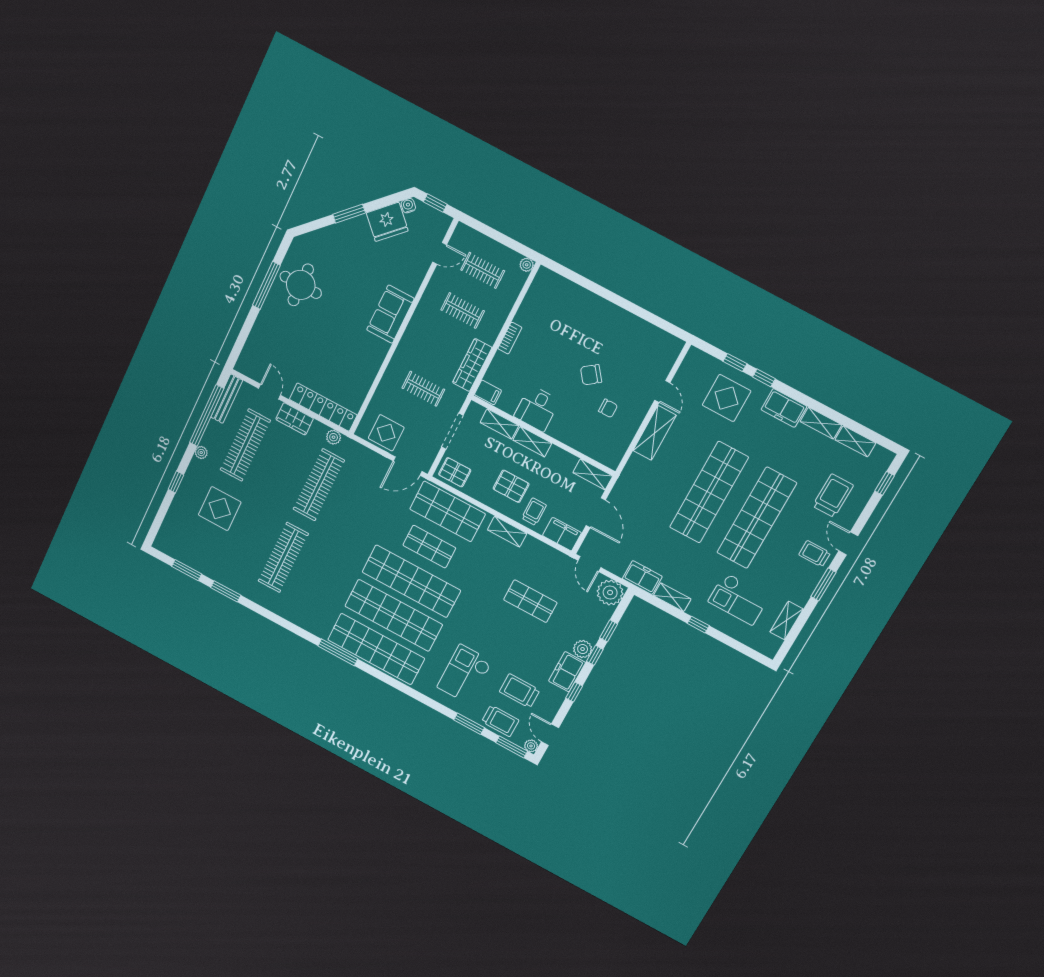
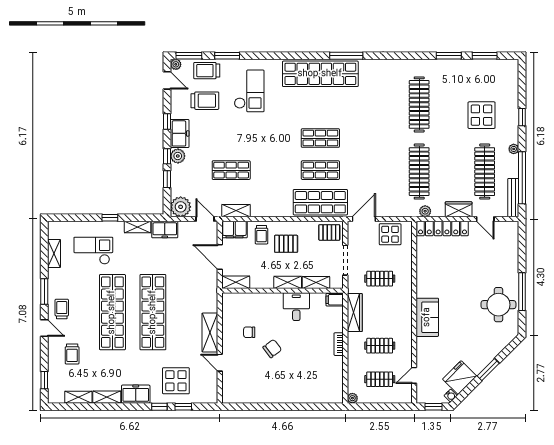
trolley: (833, 496) -> (72, 354), width x0.73, depth x0.72
shelving: (507, 532) -> (236, 211), moved
trolley: (815, 554) -> (62, 309), turned -90
shop shelf: (411, 581) -> (320, 138), width x0.50, depth x0.74
shop shelf: (394, 615) -> (320, 106), removed

